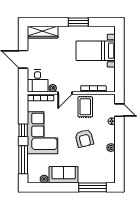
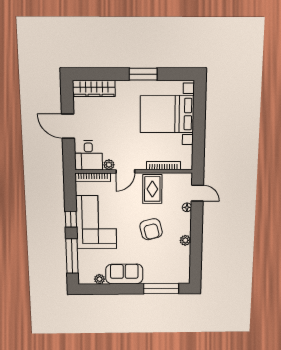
bed with nightstands: (96, 51) -> (167, 114), width x1.36

